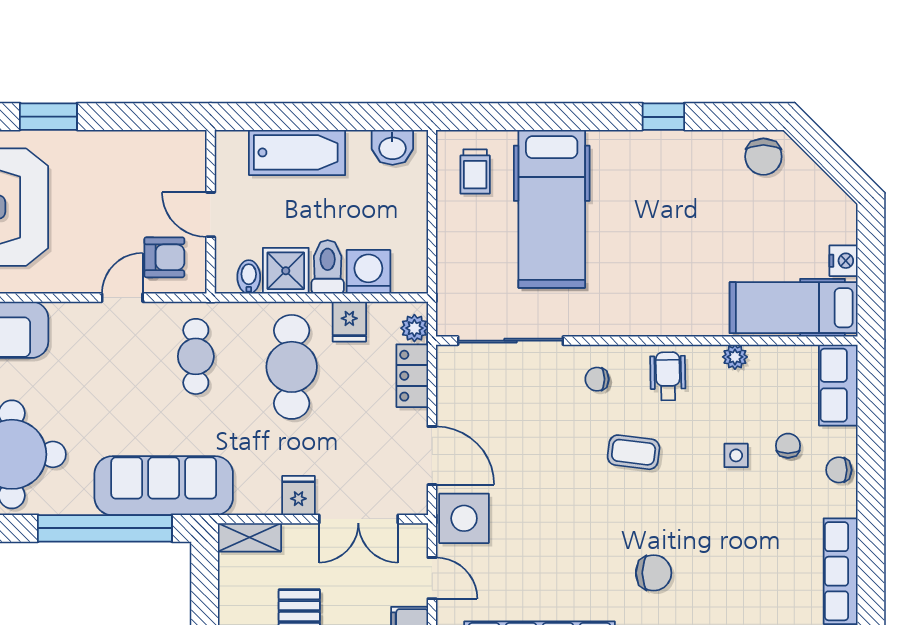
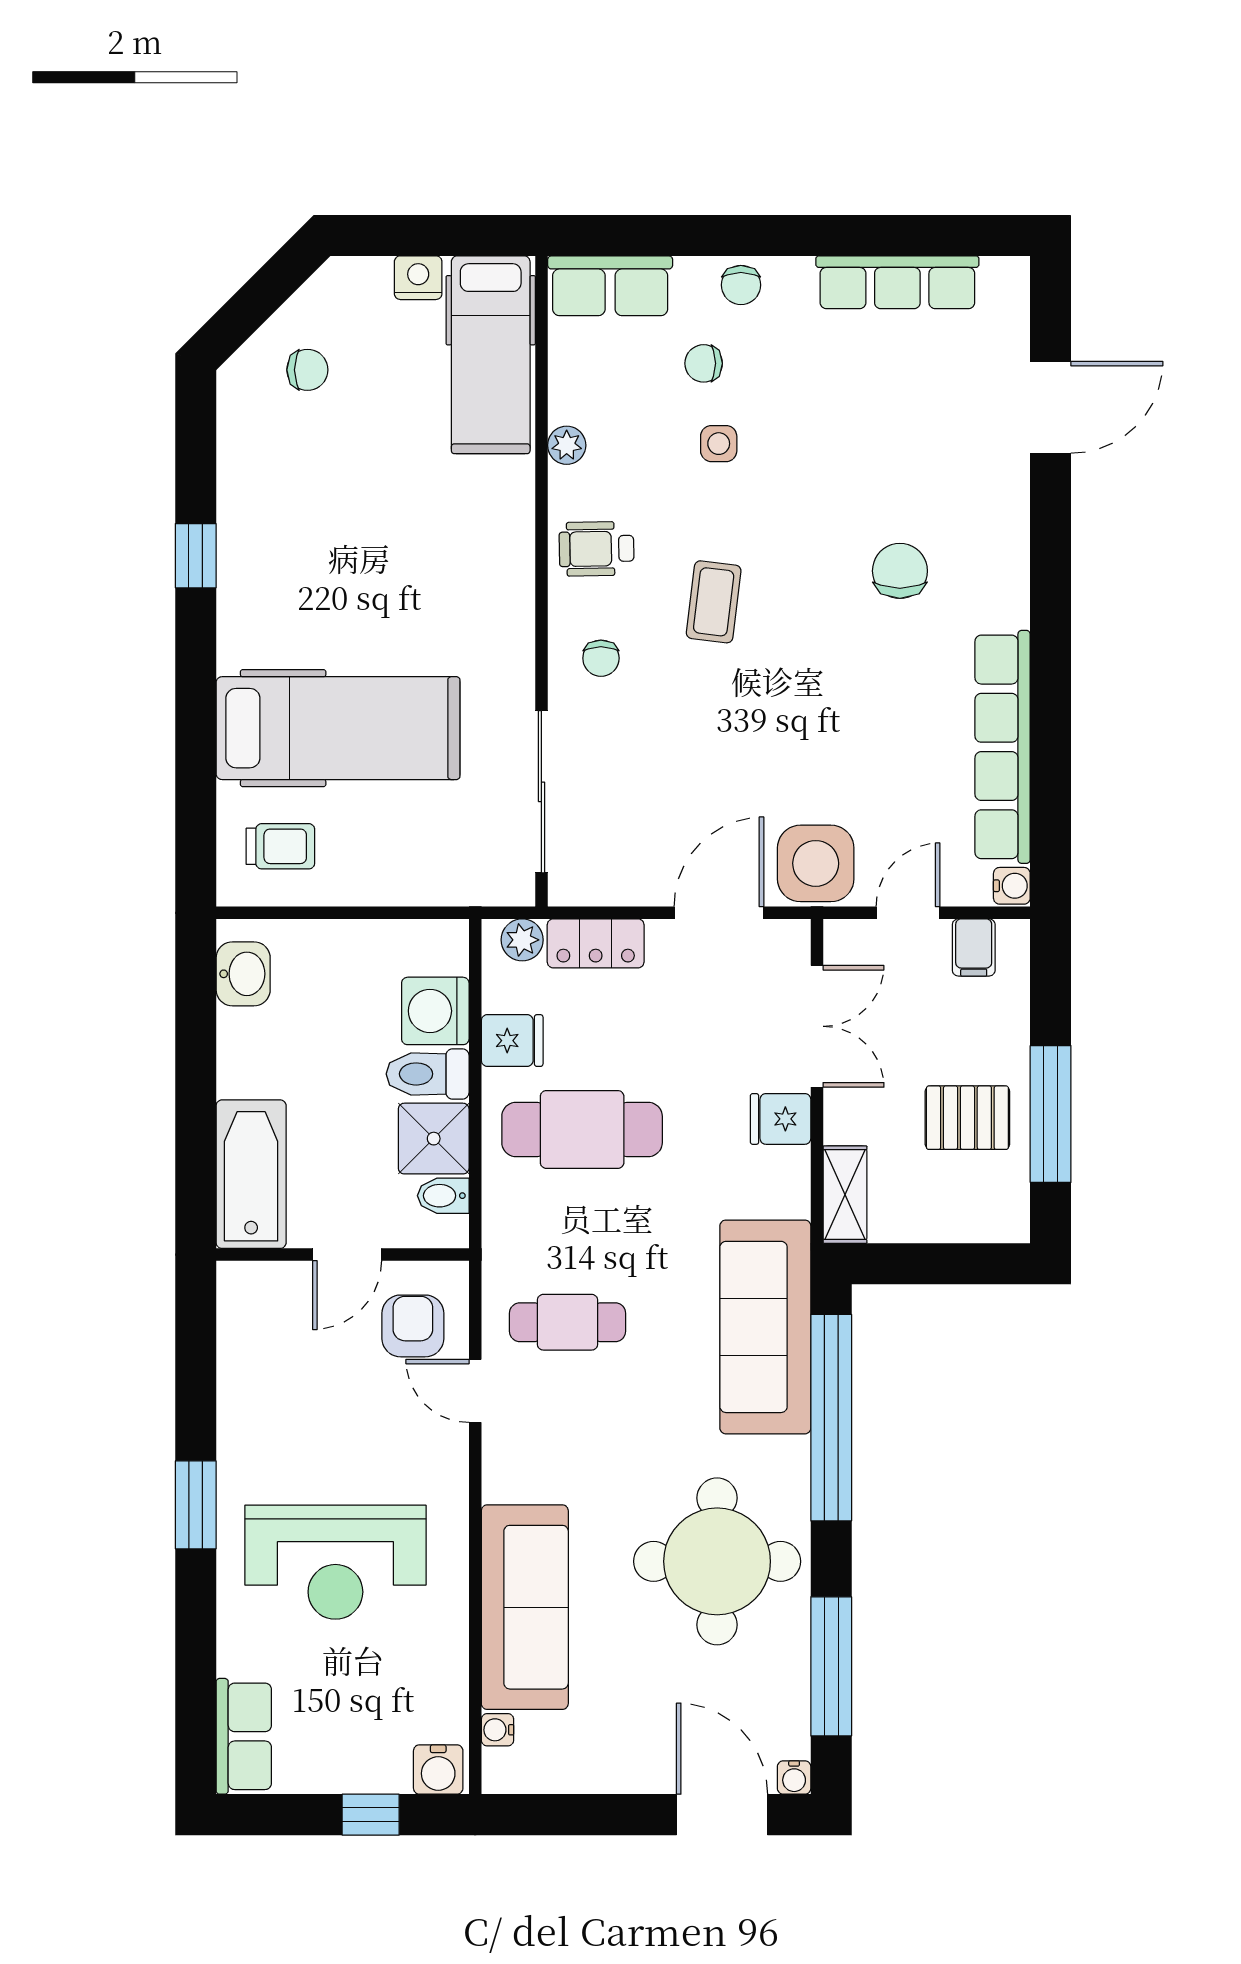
bathtub: (297, 152) -> (251, 1174), moved
chair: (763, 157) -> (307, 370), moved, width x0.73, depth x0.73
cafe table: (196, 356) -> (568, 1322), moved

